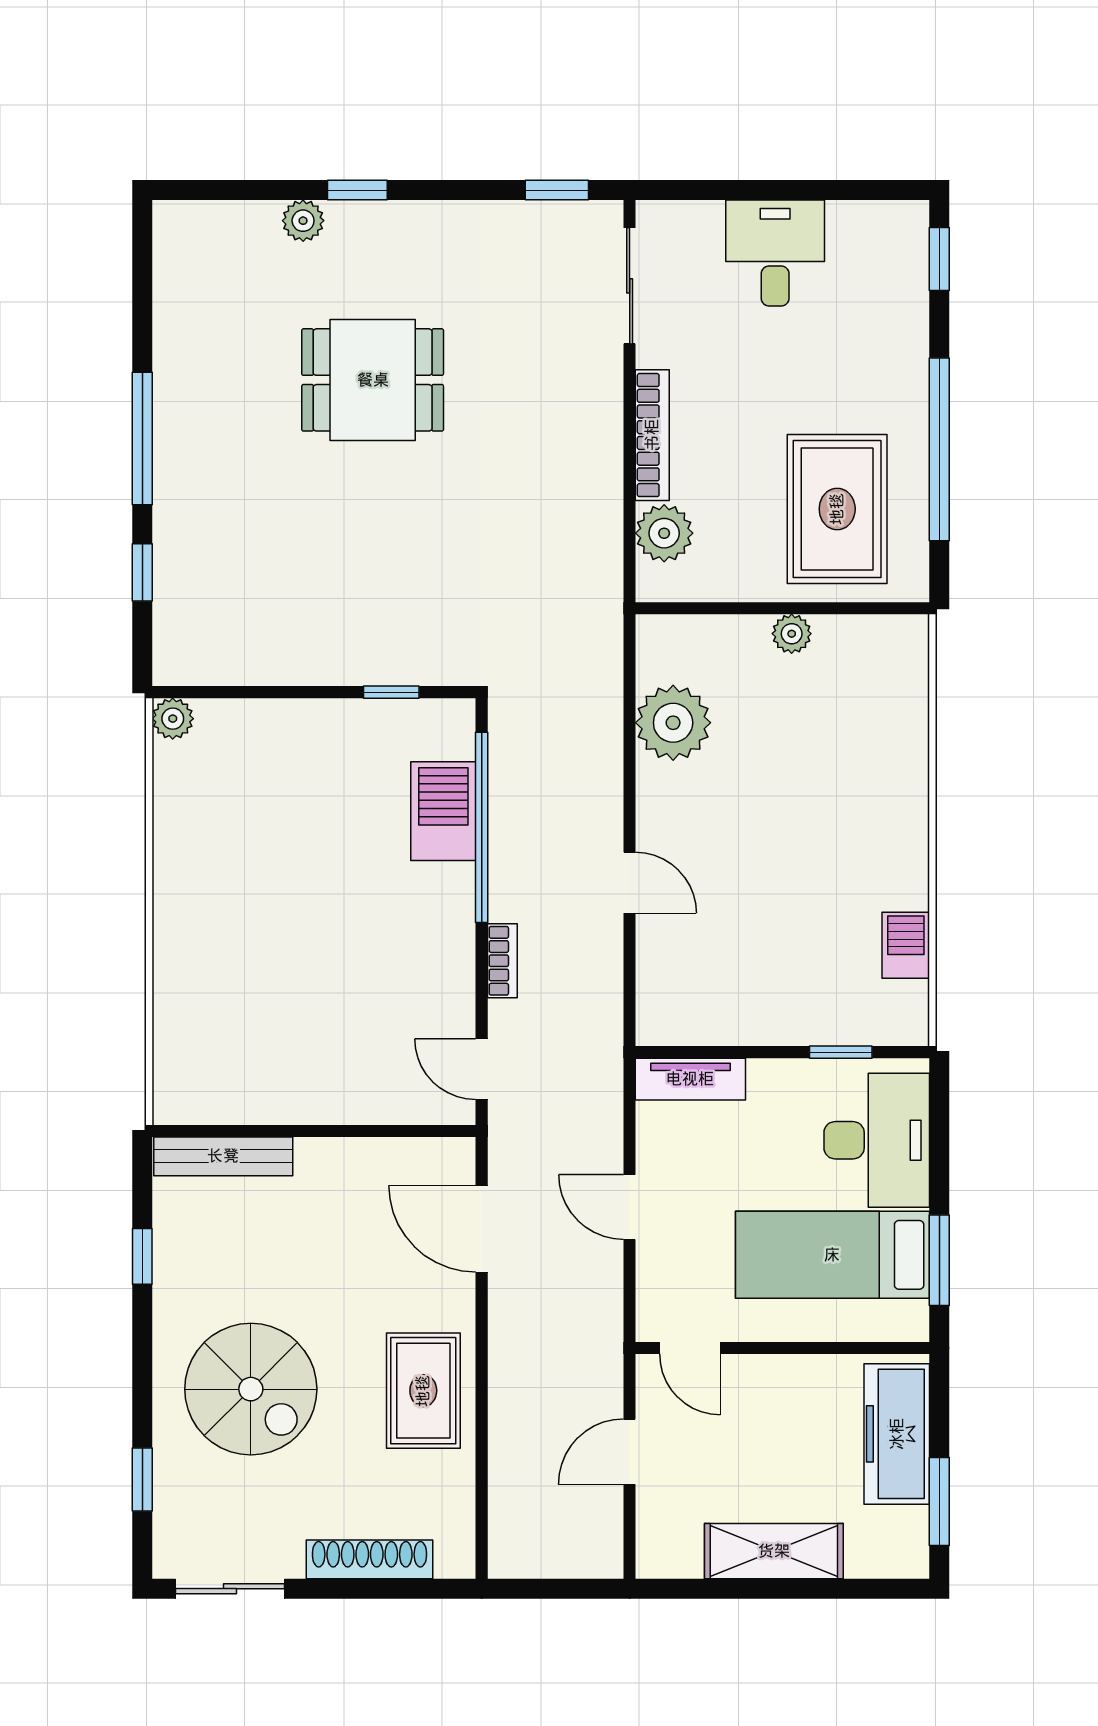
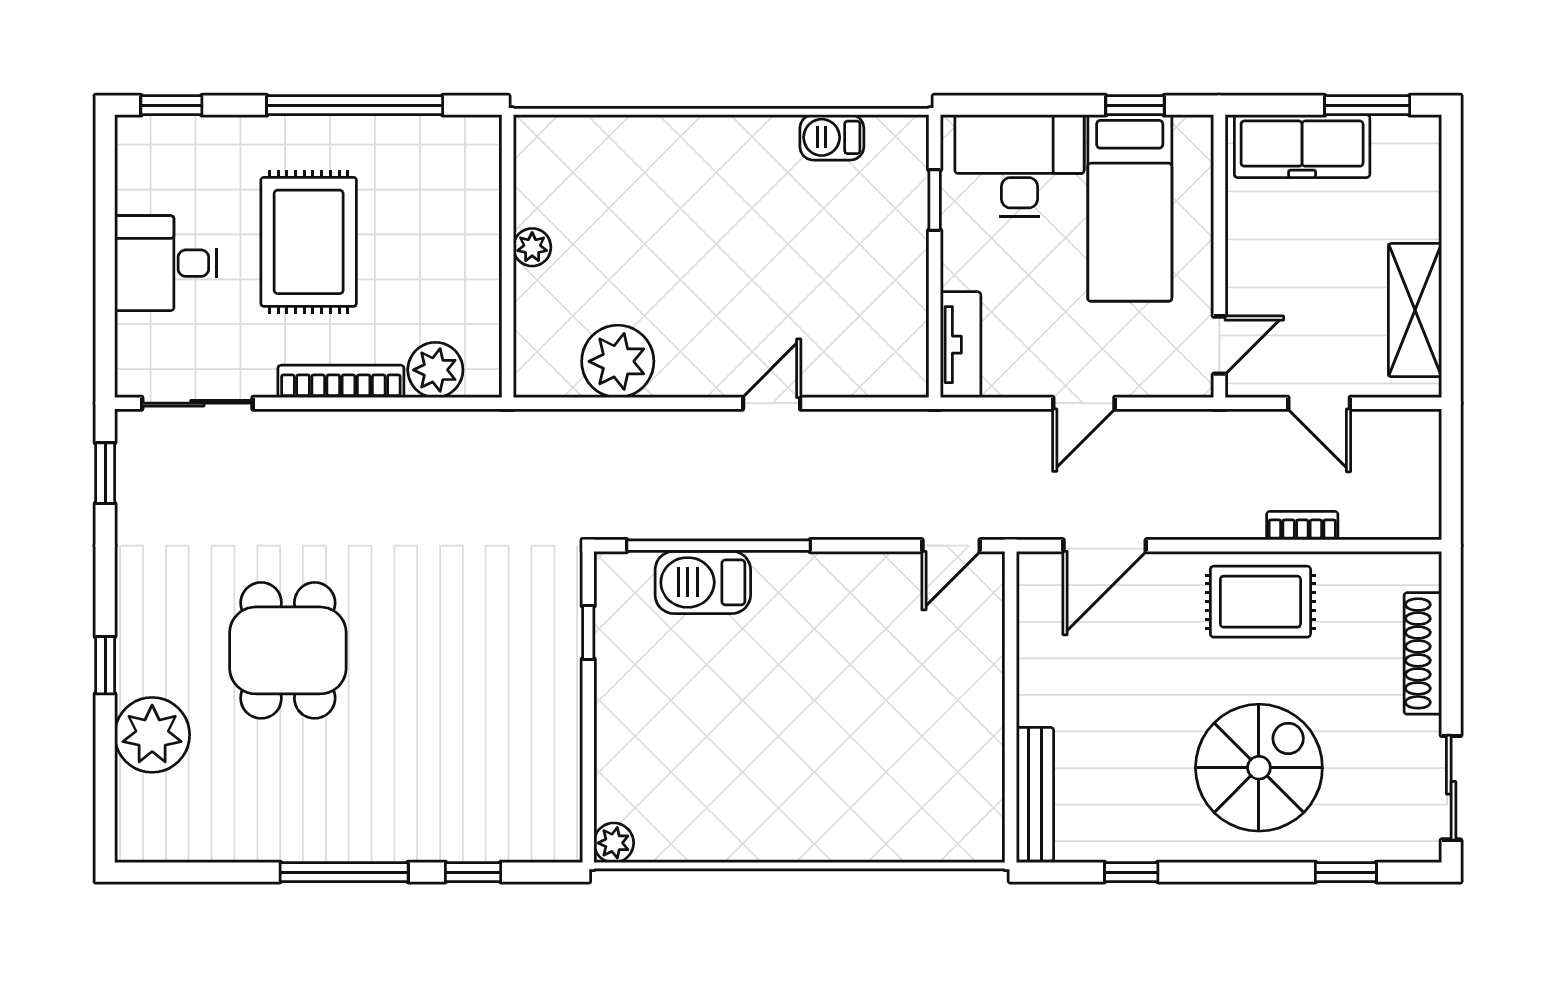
plant: (303, 221) -> (152, 735), width x1.87, depth x1.87
rug: (837, 509) -> (309, 242), moved, turned 90
bookcase: (502, 961) -> (1302, 526), moved
window: (939, 1260) -> (1135, 105), width x0.67
shelving: (774, 1551) -> (1415, 310), moved

